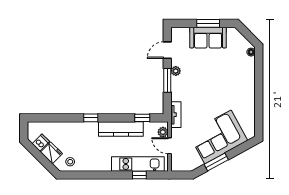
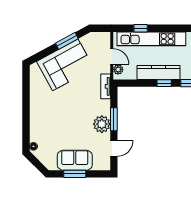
plant: (176, 71) -> (102, 124), width x1.88, depth x1.88
window: (142, 118) -> (164, 83), moved
kitchen unit: (138, 164) -> (151, 39), width x1.36

